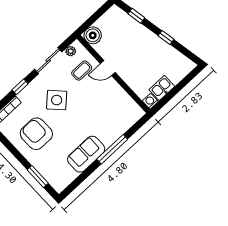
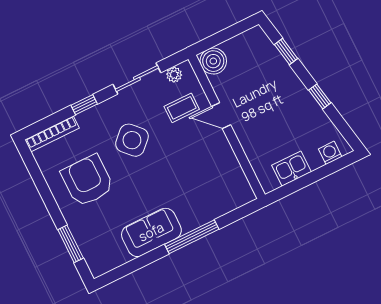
washing machine: (150, 101) -> (330, 153), moved

